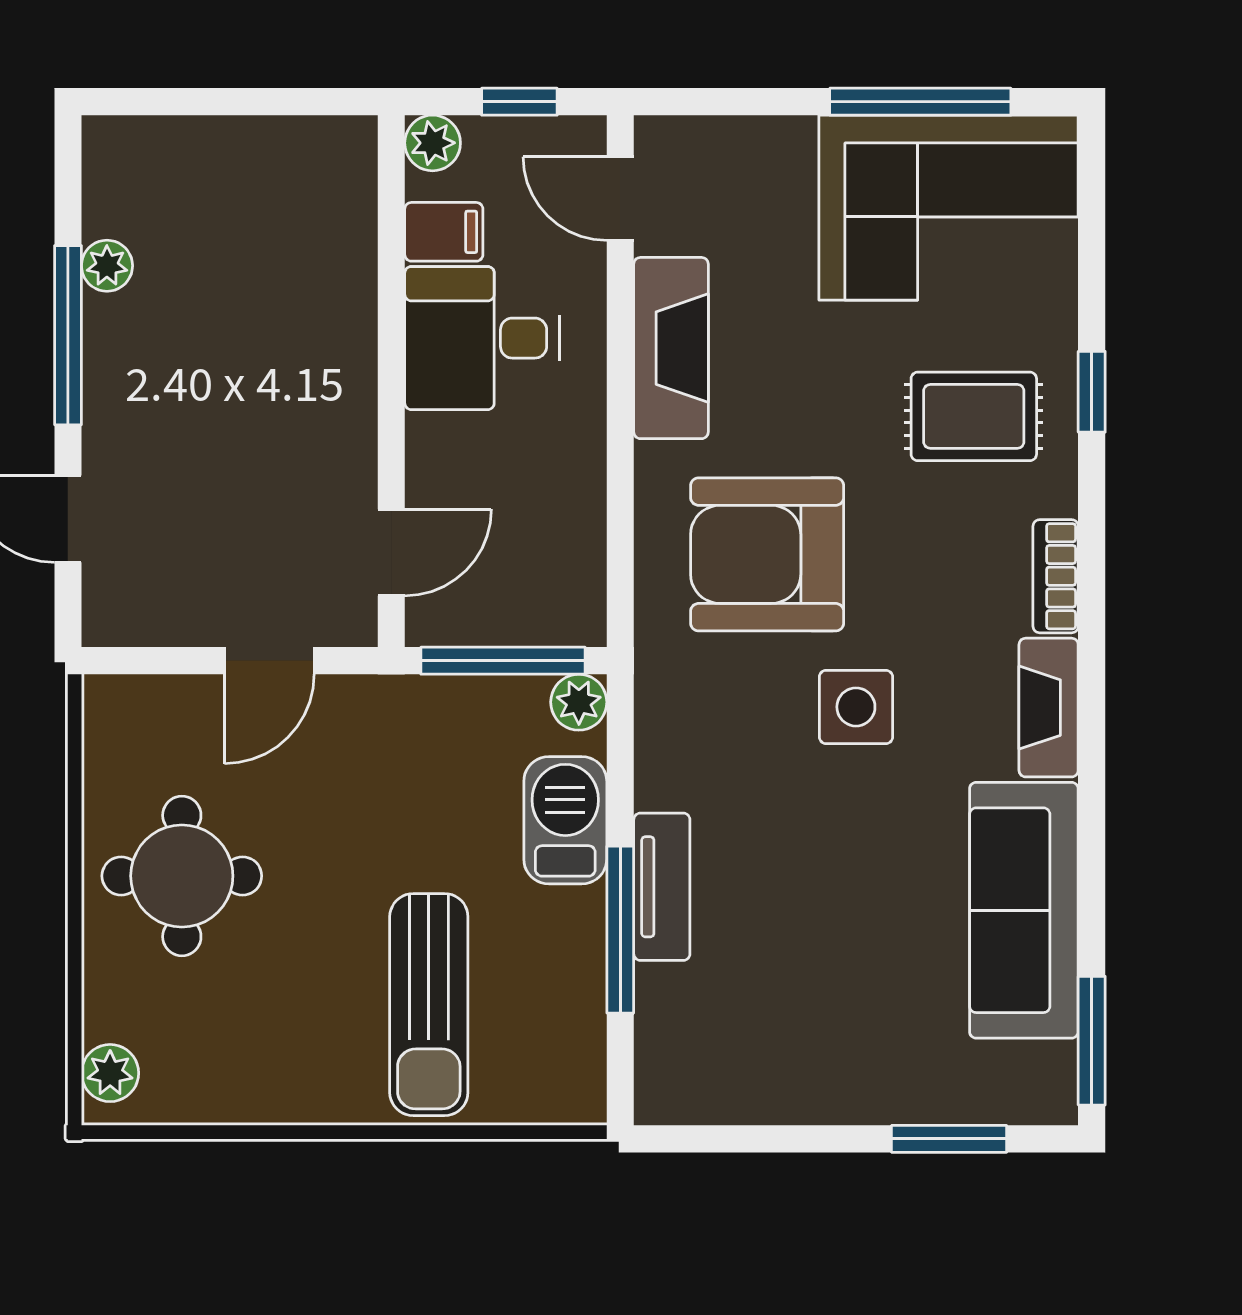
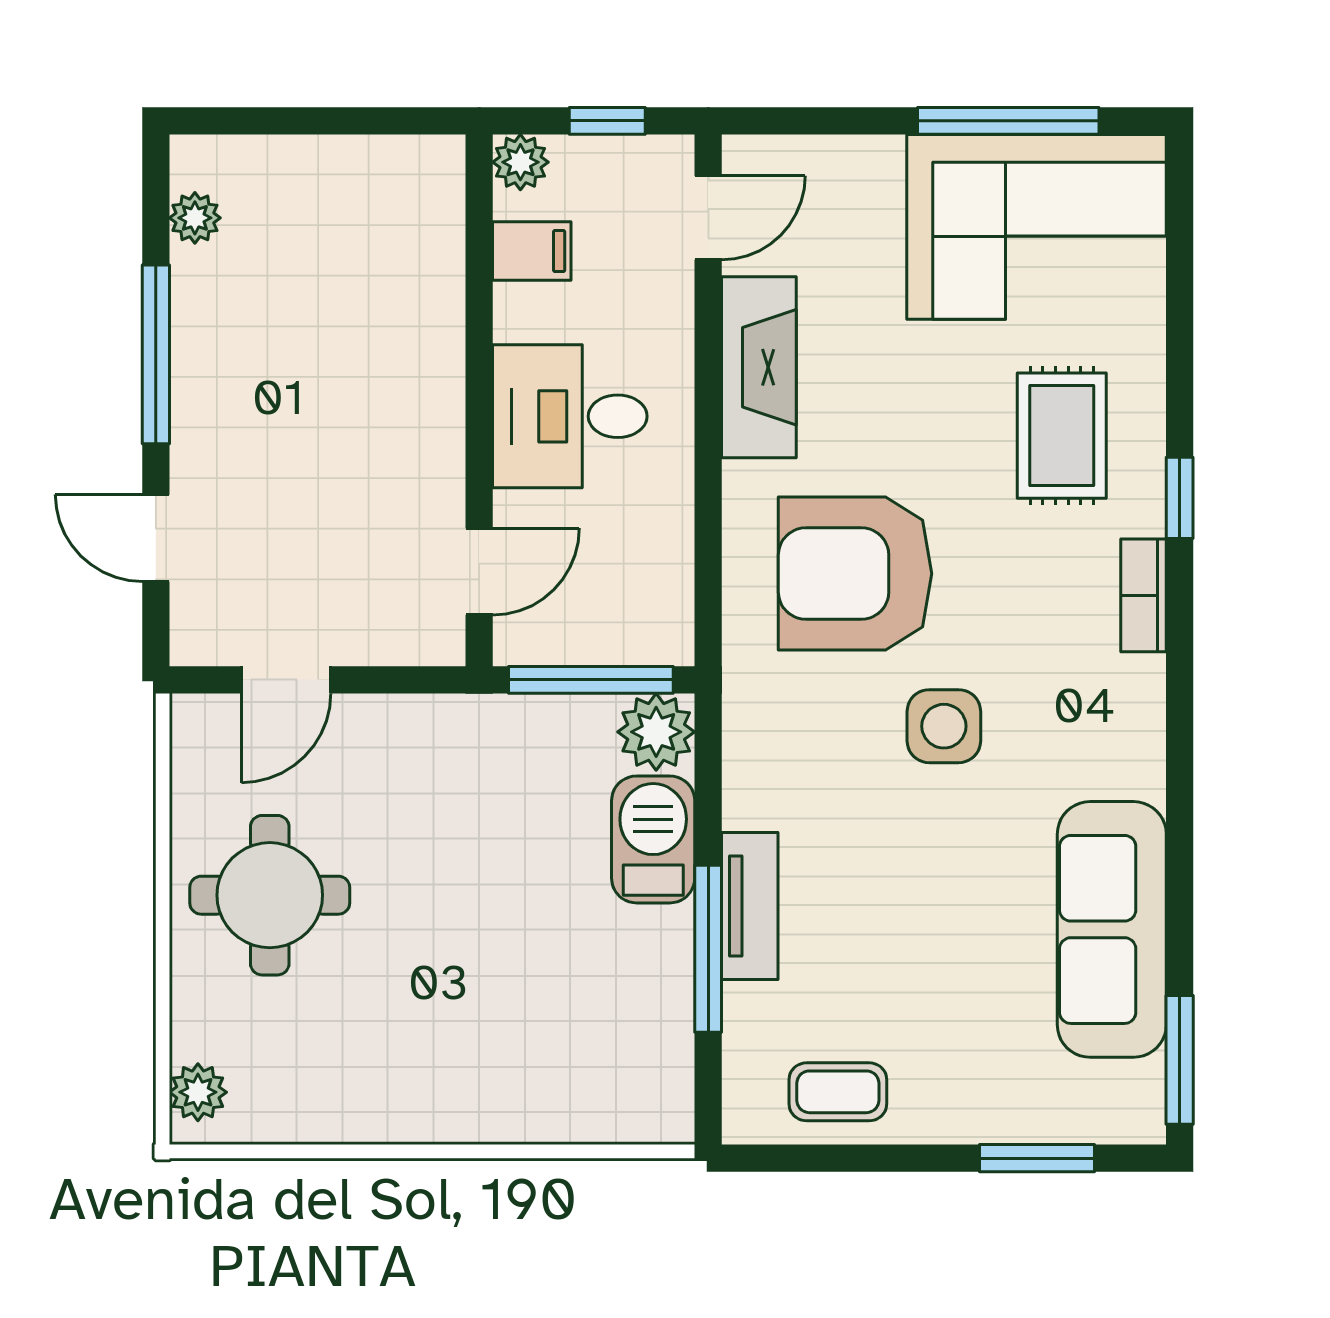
door: (620, 199) -> (708, 218), swing flipped
plant: (107, 266) -> (195, 218), moved
desk: (482, 338) -> (570, 416), moved
window: (1092, 392) -> (1180, 498), moved
rug: (974, 416) -> (1062, 436), turned 90
door: (269, 661) -> (286, 680), moved
plant: (579, 702) -> (656, 732), width x1.38, depth x1.38
fireplace: (1049, 708) -> (1137, 727), removed
sun lounger: (429, 1005) -> (517, 1024), removed
coffee table: (750, 1073) -> (838, 1092), added

